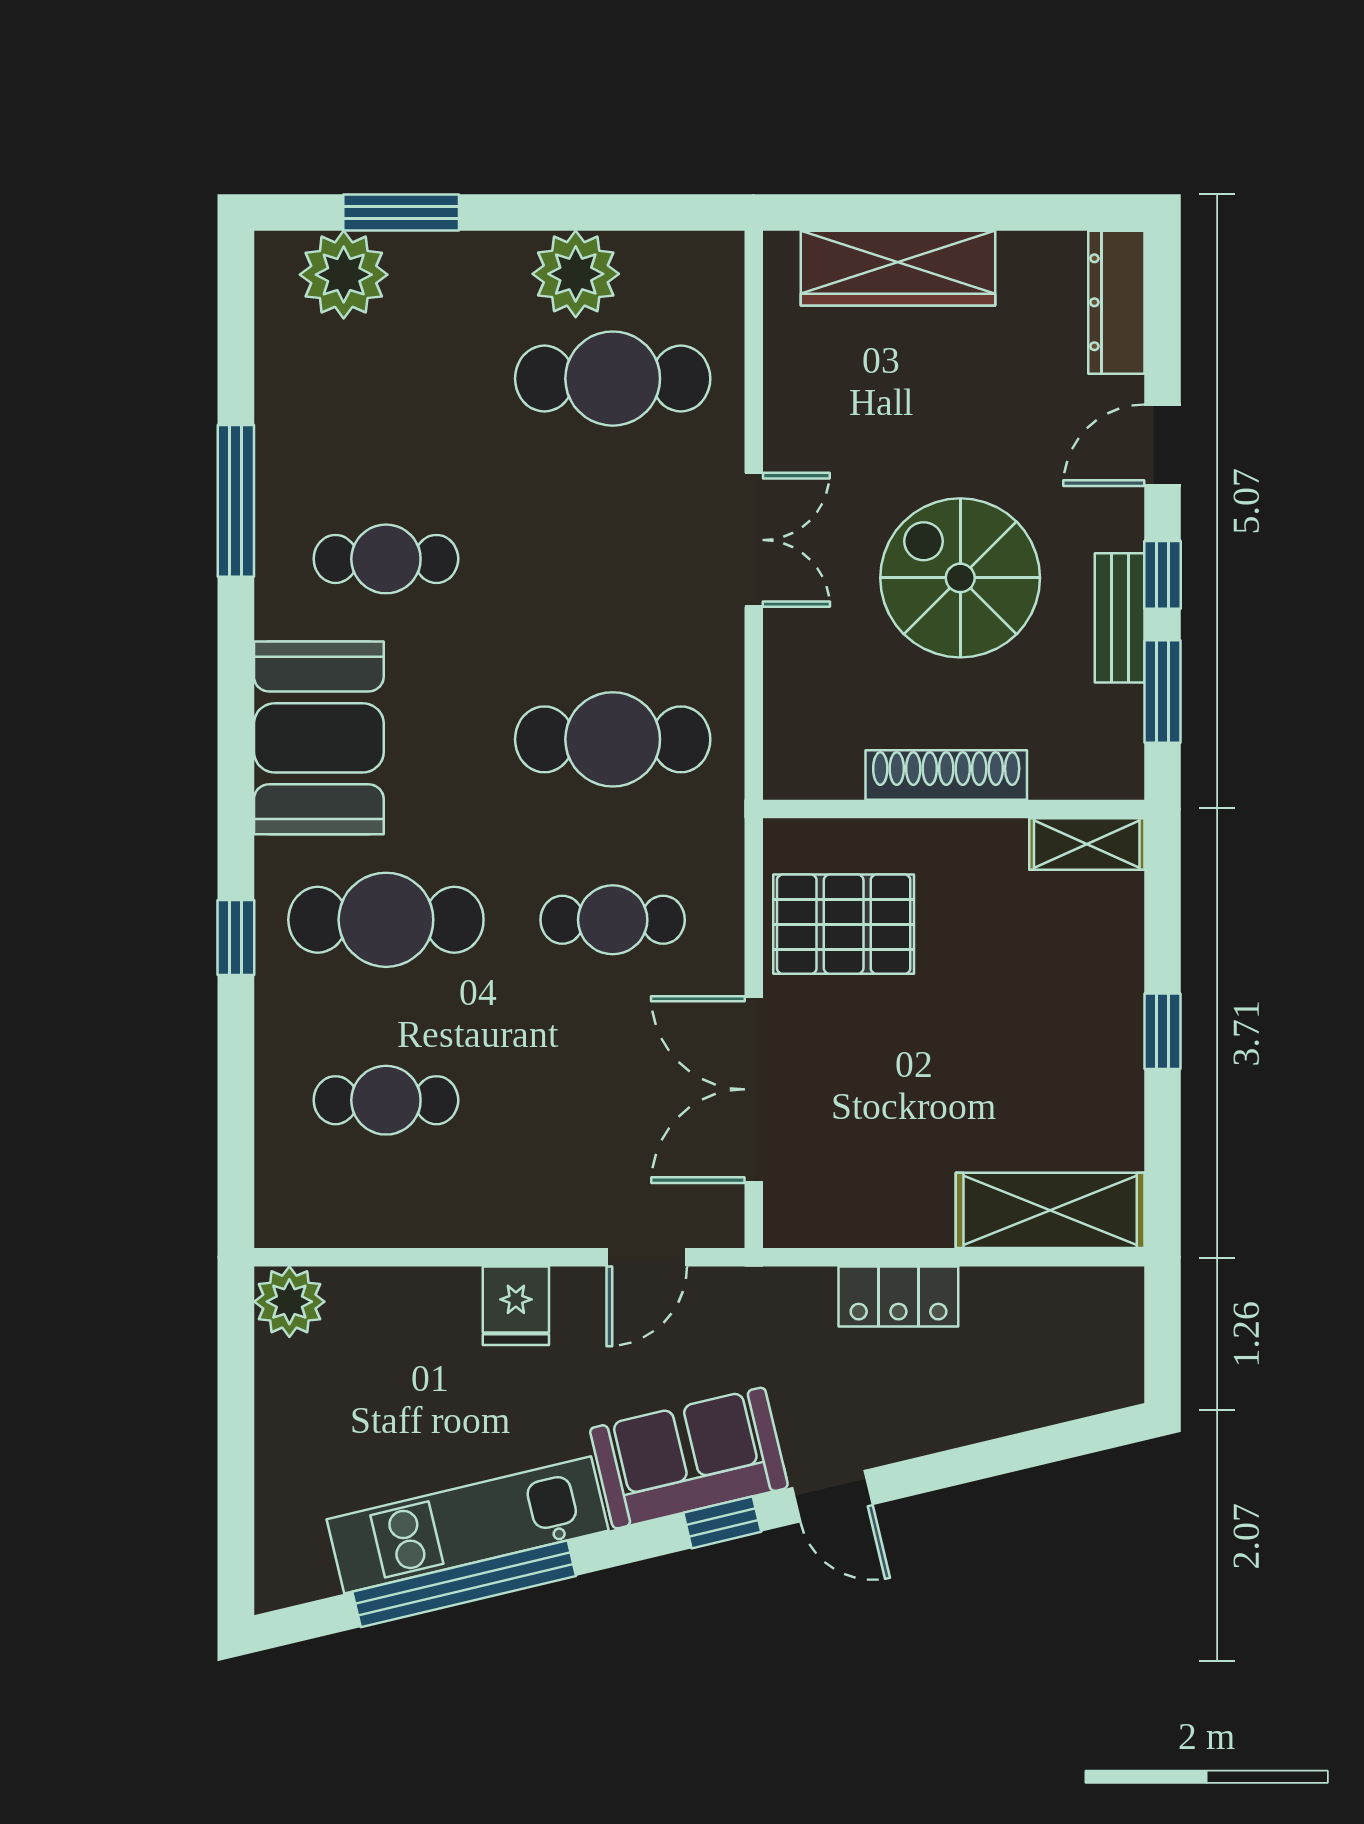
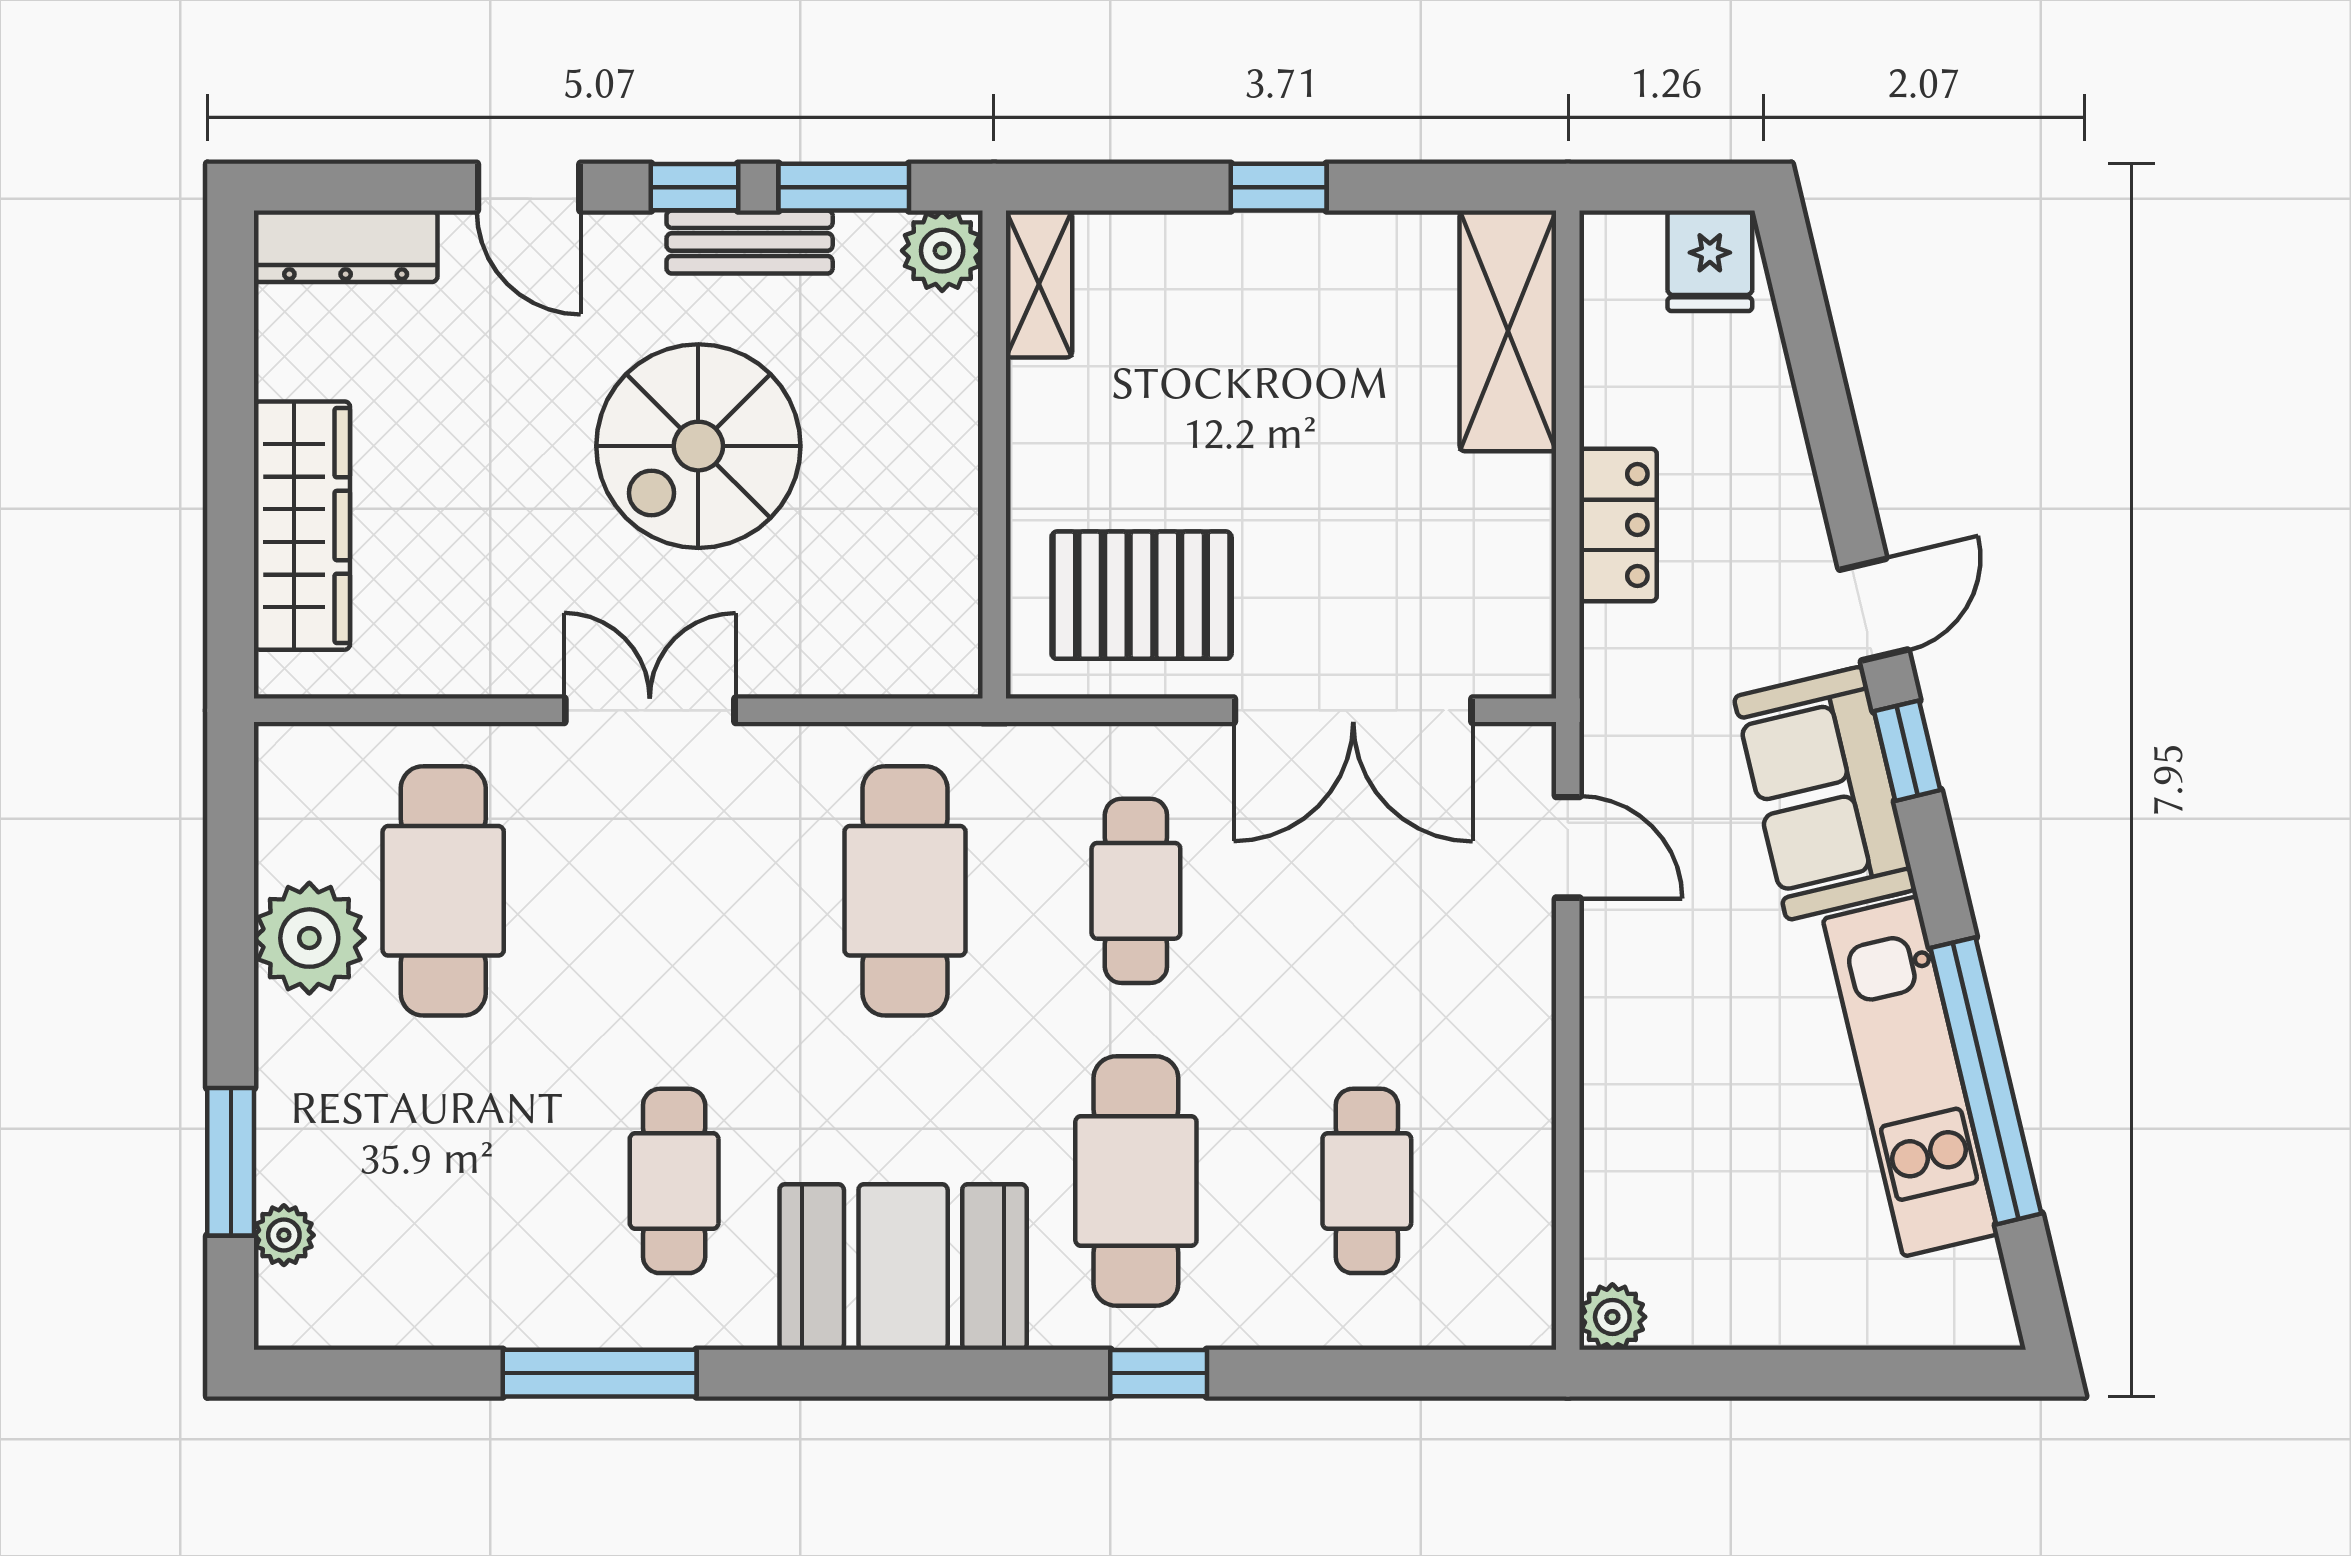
plant: (344, 275) -> (284, 1235), width x0.53, depth x0.53
plant: (1113, 768) -> (942, 251), added
shoe rack: (946, 775) -> (951, 464), removed
pallet: (844, 924) -> (1142, 595), turned 90
plant: (289, 1302) -> (1612, 1317), width x0.73, depth x0.73
fridge: (516, 1306) -> (1710, 261), moved, turned 90

